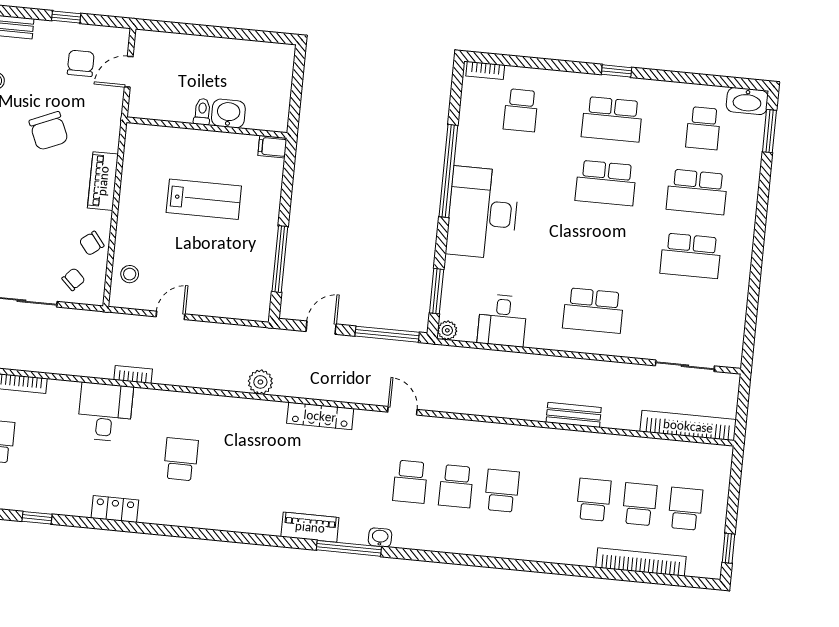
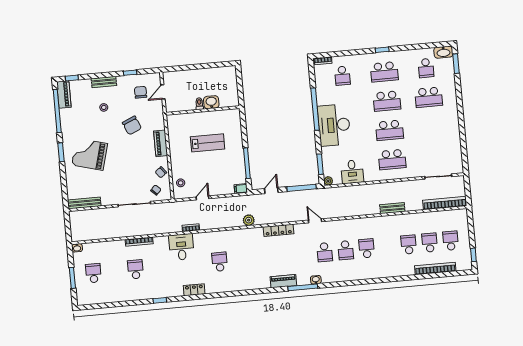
filing cabinet: (272, 147) -> (241, 189), moved
school desk: (691, 256) -> (390, 130), moved

